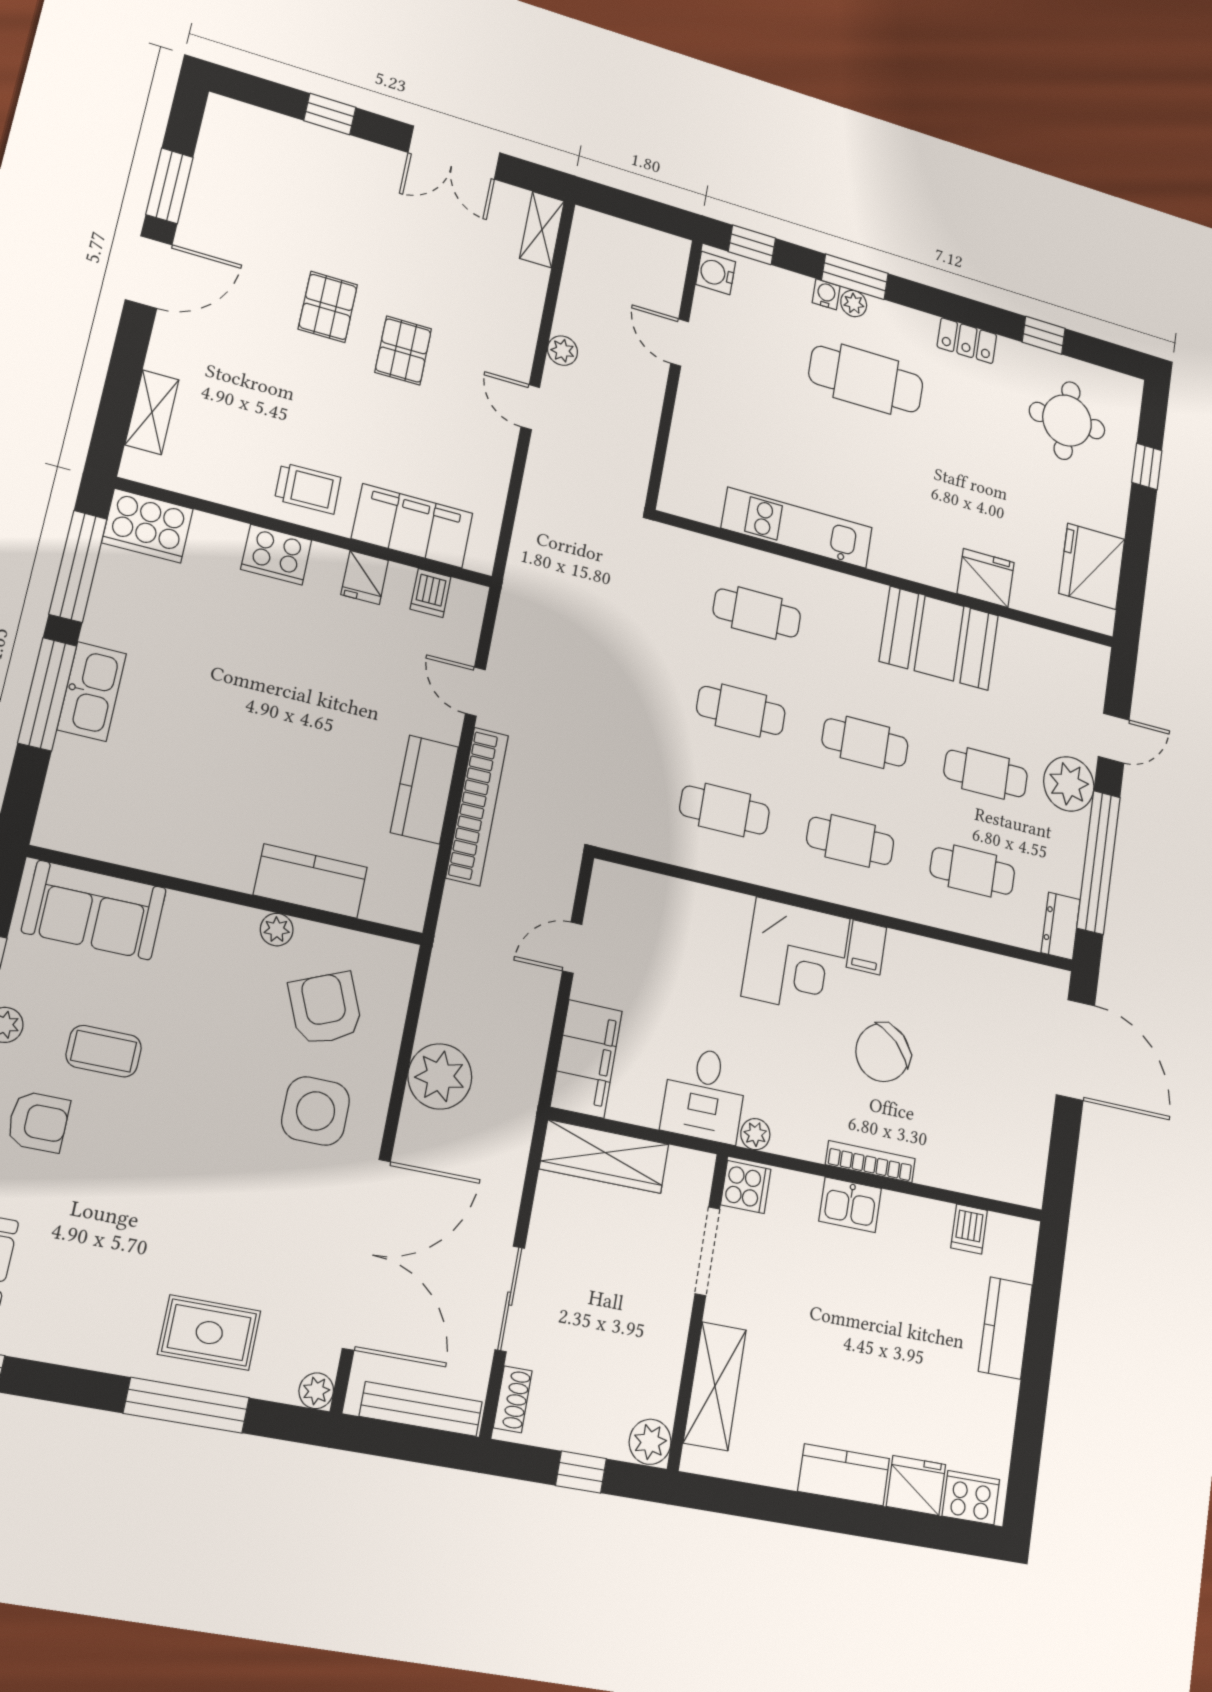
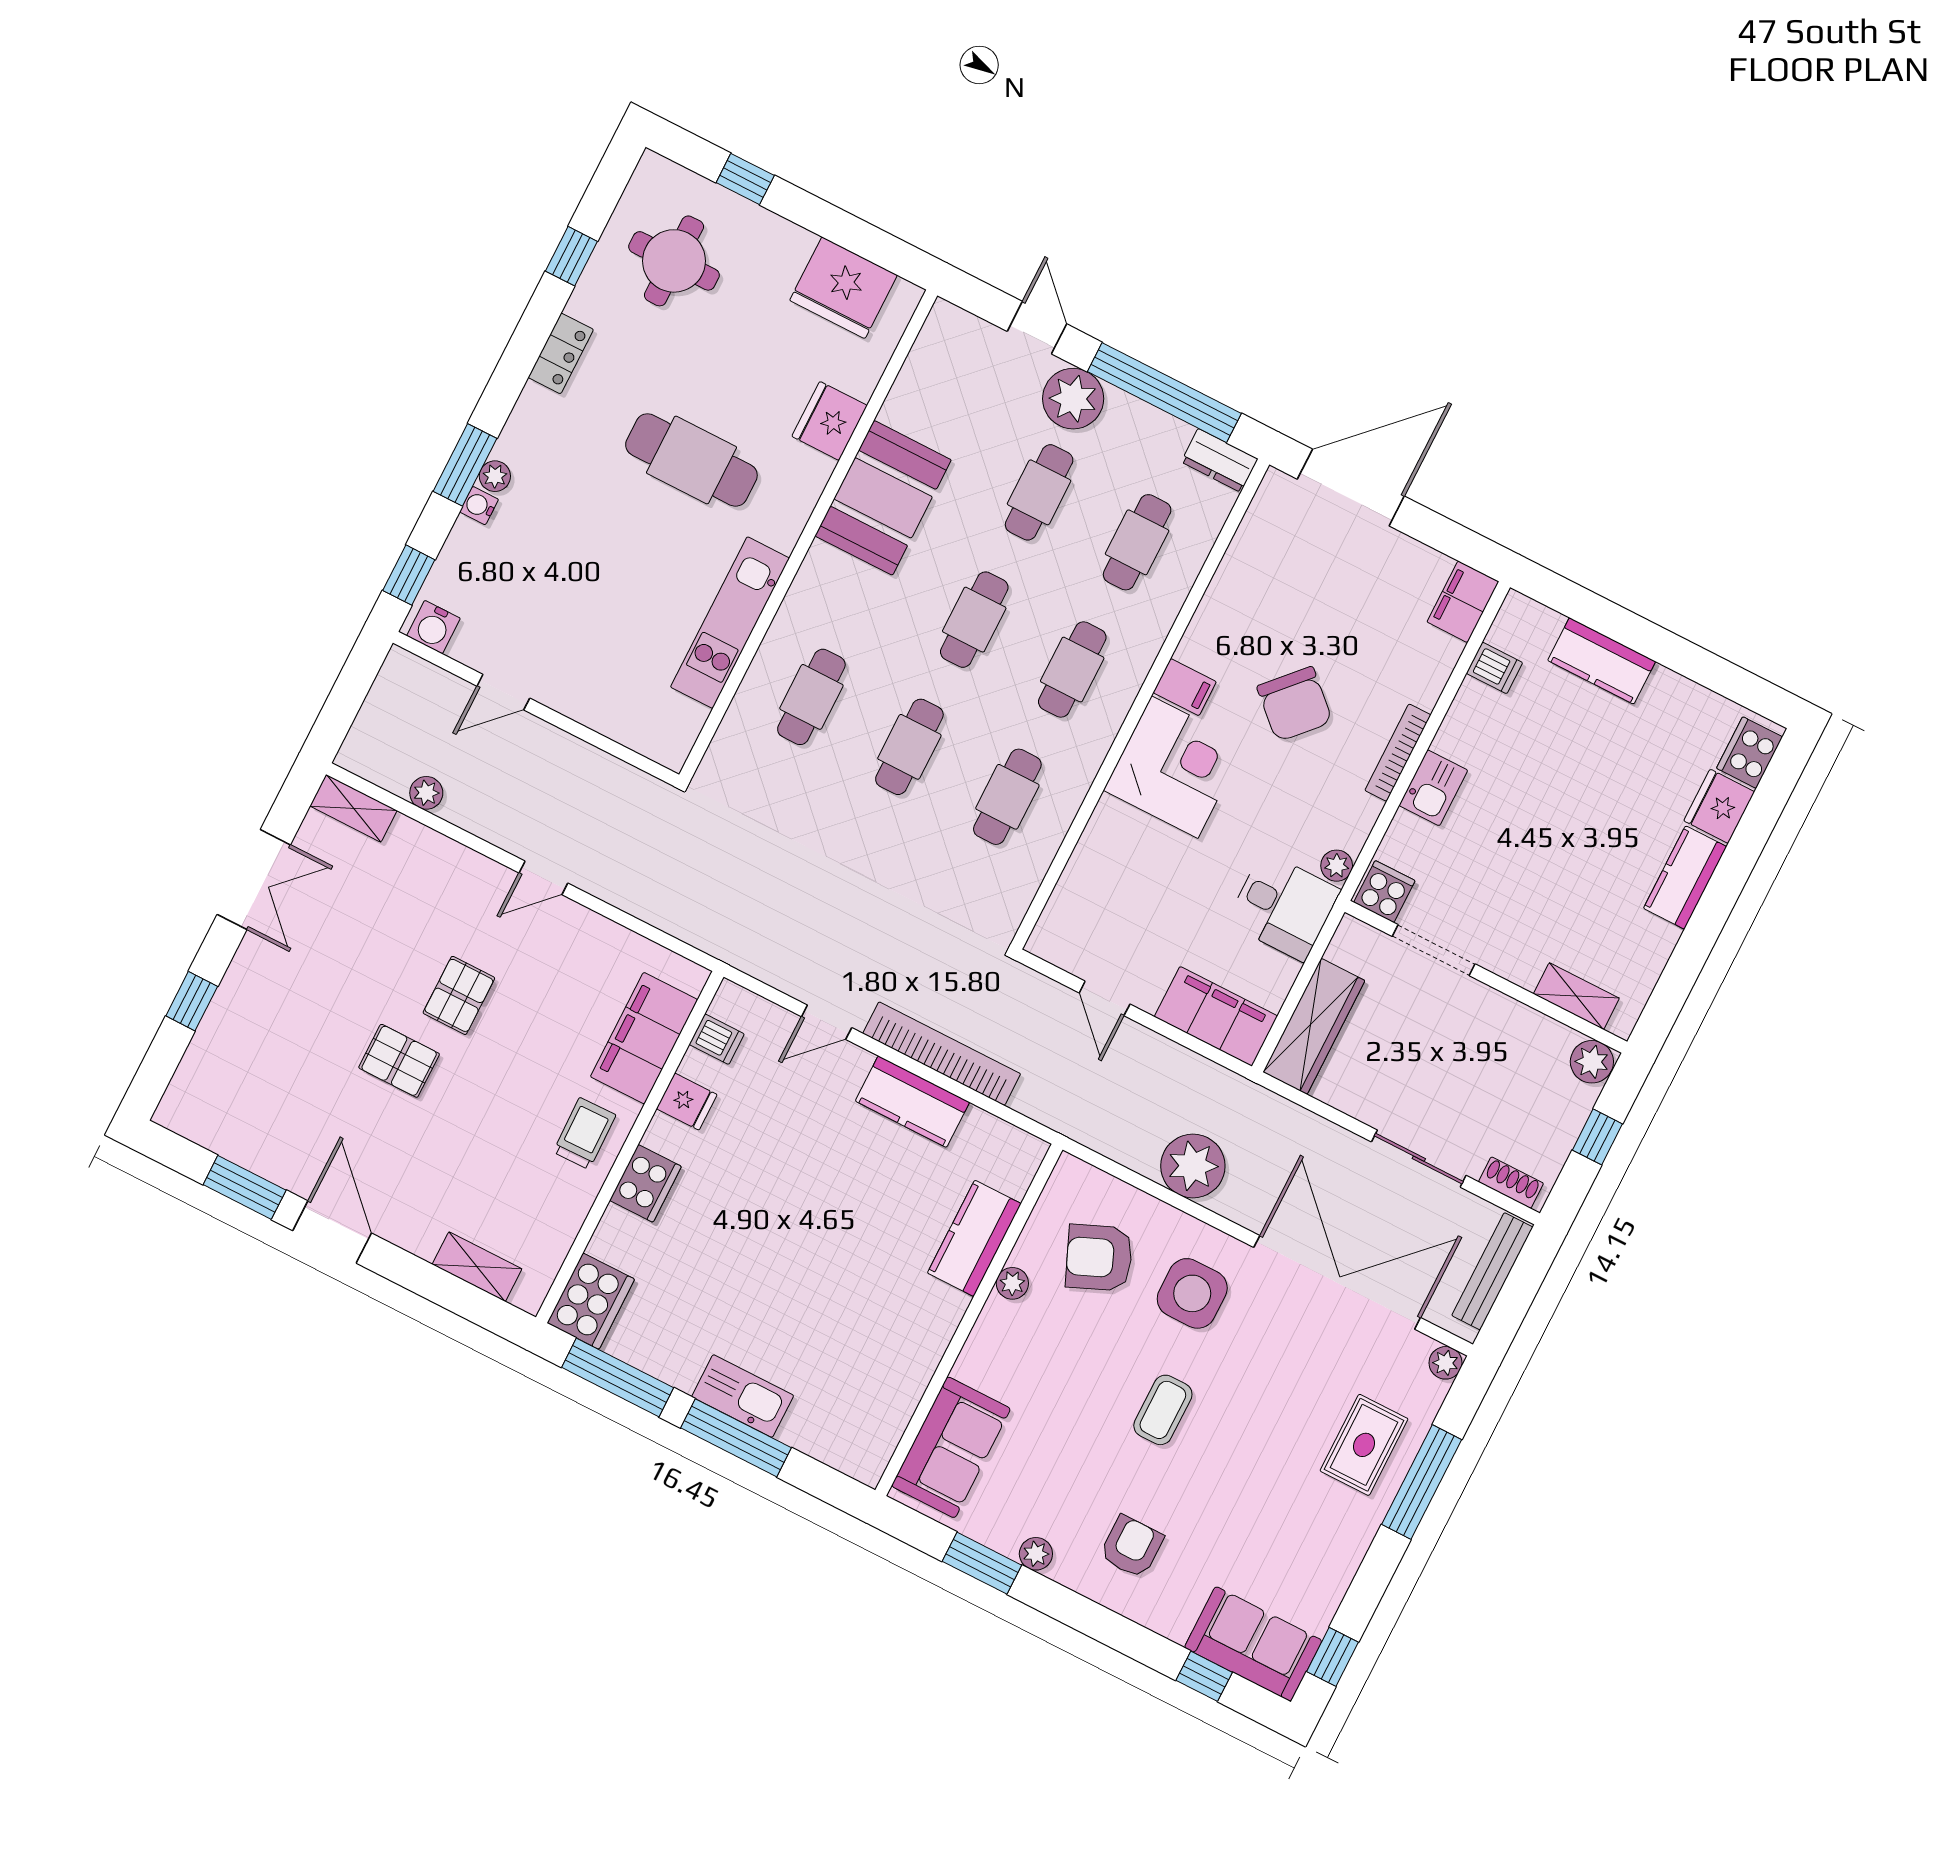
pallet: (403, 350) -> (459, 995), turned 90
plant: (563, 351) -> (426, 793), moved
cafe table: (866, 379) -> (691, 460), moved, turned 90
coffee table: (104, 1051) -> (1163, 1410), moved
filing cabinet: (1015, 1182) -> (1463, 602), added
shelving: (715, 1386) -> (1576, 996), width x0.67, depth x0.75

